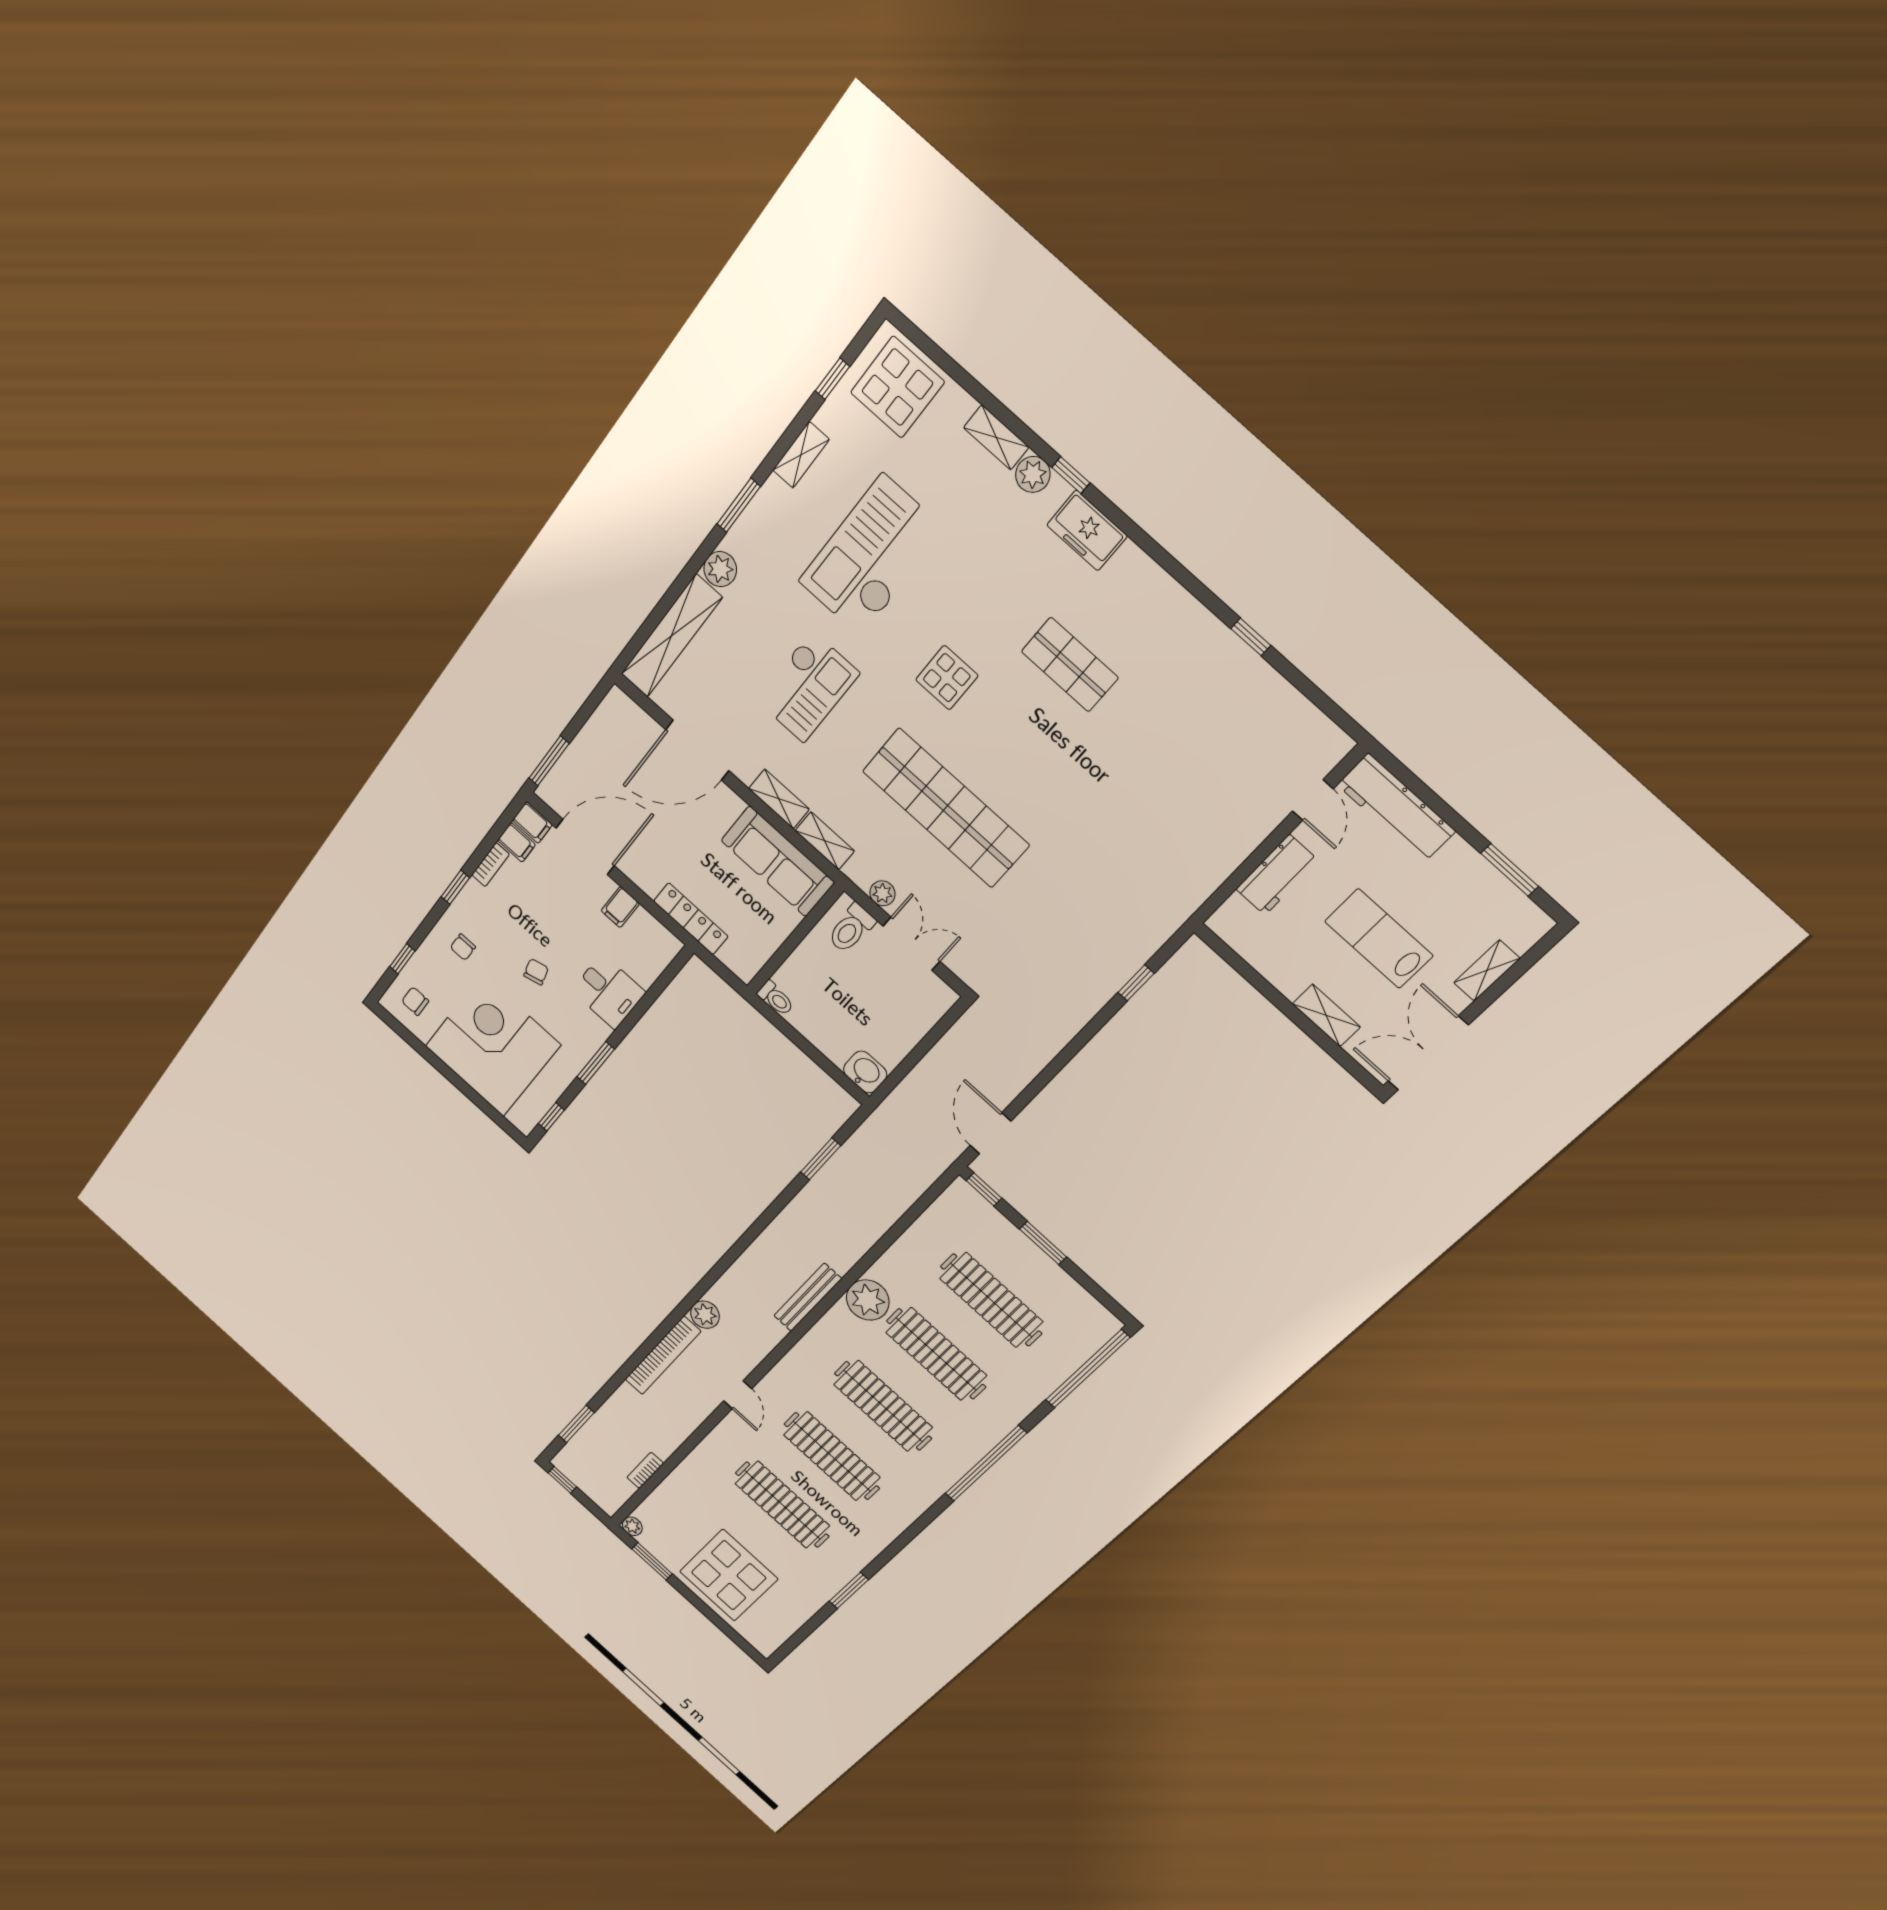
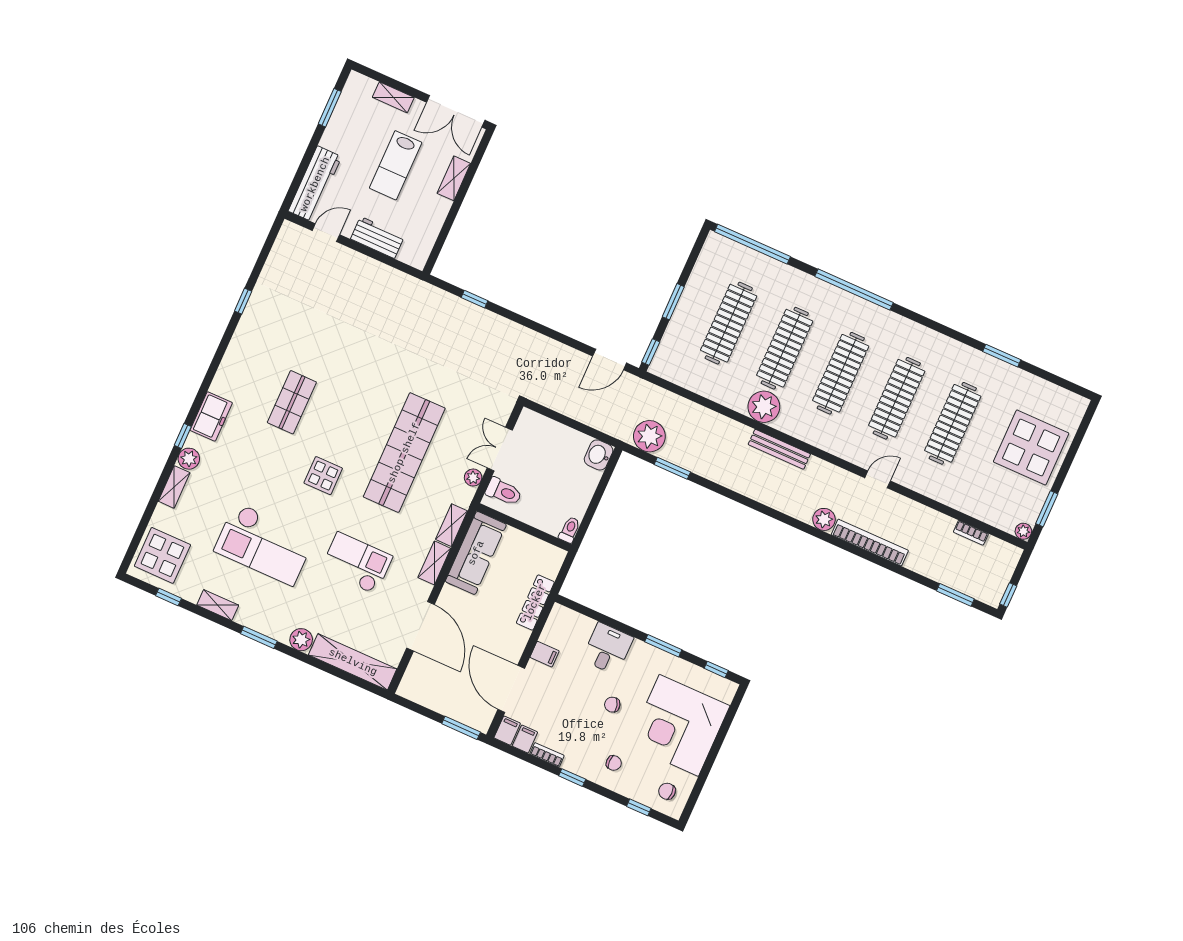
chair: (415, 1001) -> (667, 791), turned 90
plant: (871, 1146) -> (649, 436), added

